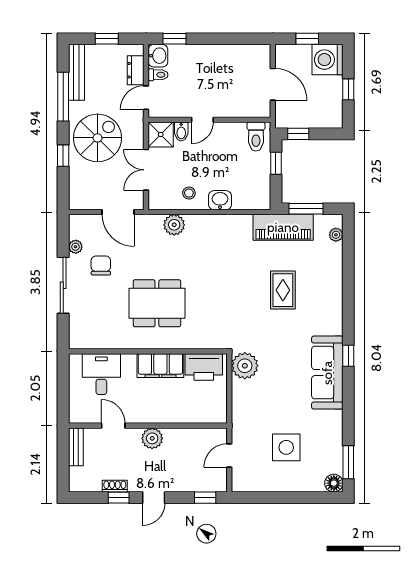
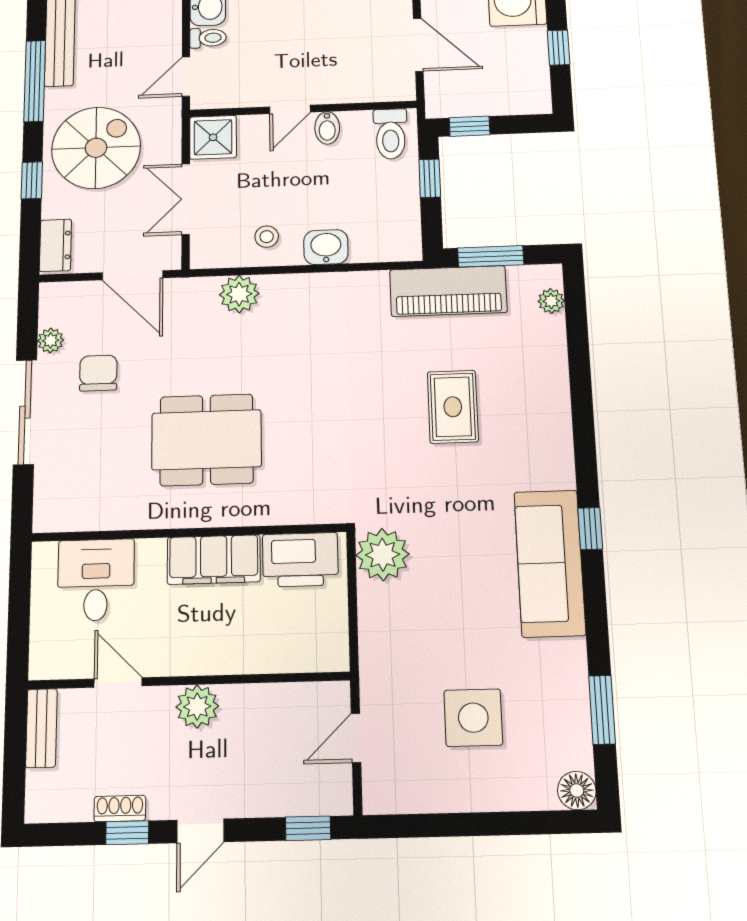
dresser: (136, 70) -> (55, 245), moved, turned 180
bidet: (181, 132) -> (327, 128), moved
window: (348, 462) -> (602, 710), moved

